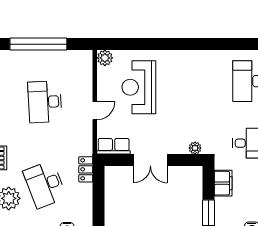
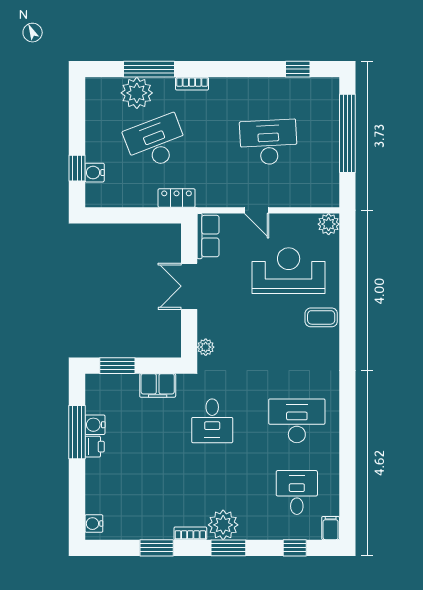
coffee table: (173, 63) -> (321, 317), added

